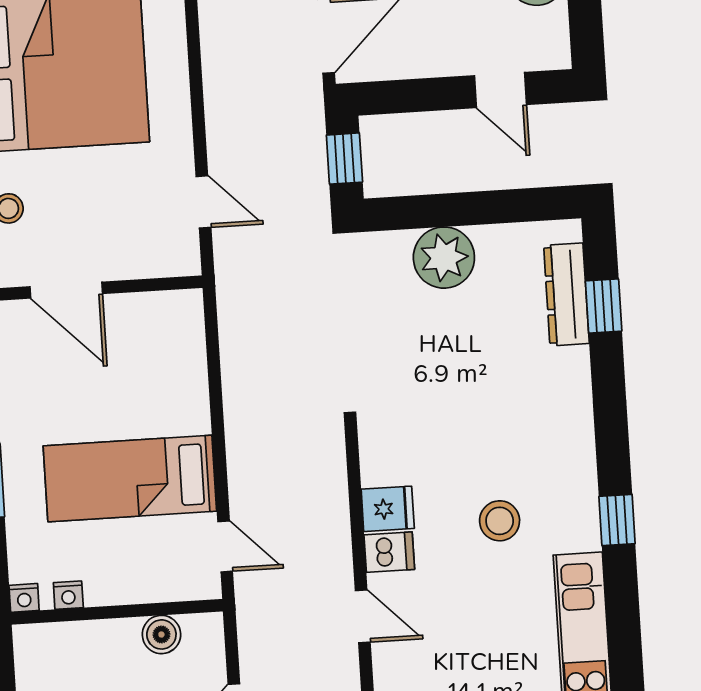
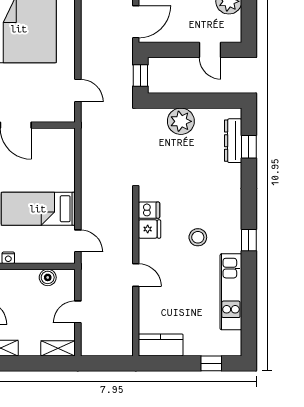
dishwasher: (389, 552) -> (149, 210), moved

